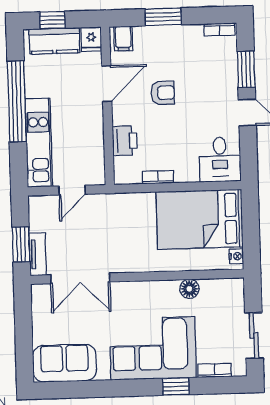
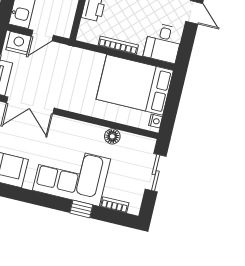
bookcase: (158, 177) -> (118, 45), width x1.56
nightstand: (46, 207) -> (18, 43), added
sliding door: (254, 335) -> (156, 173), moved

